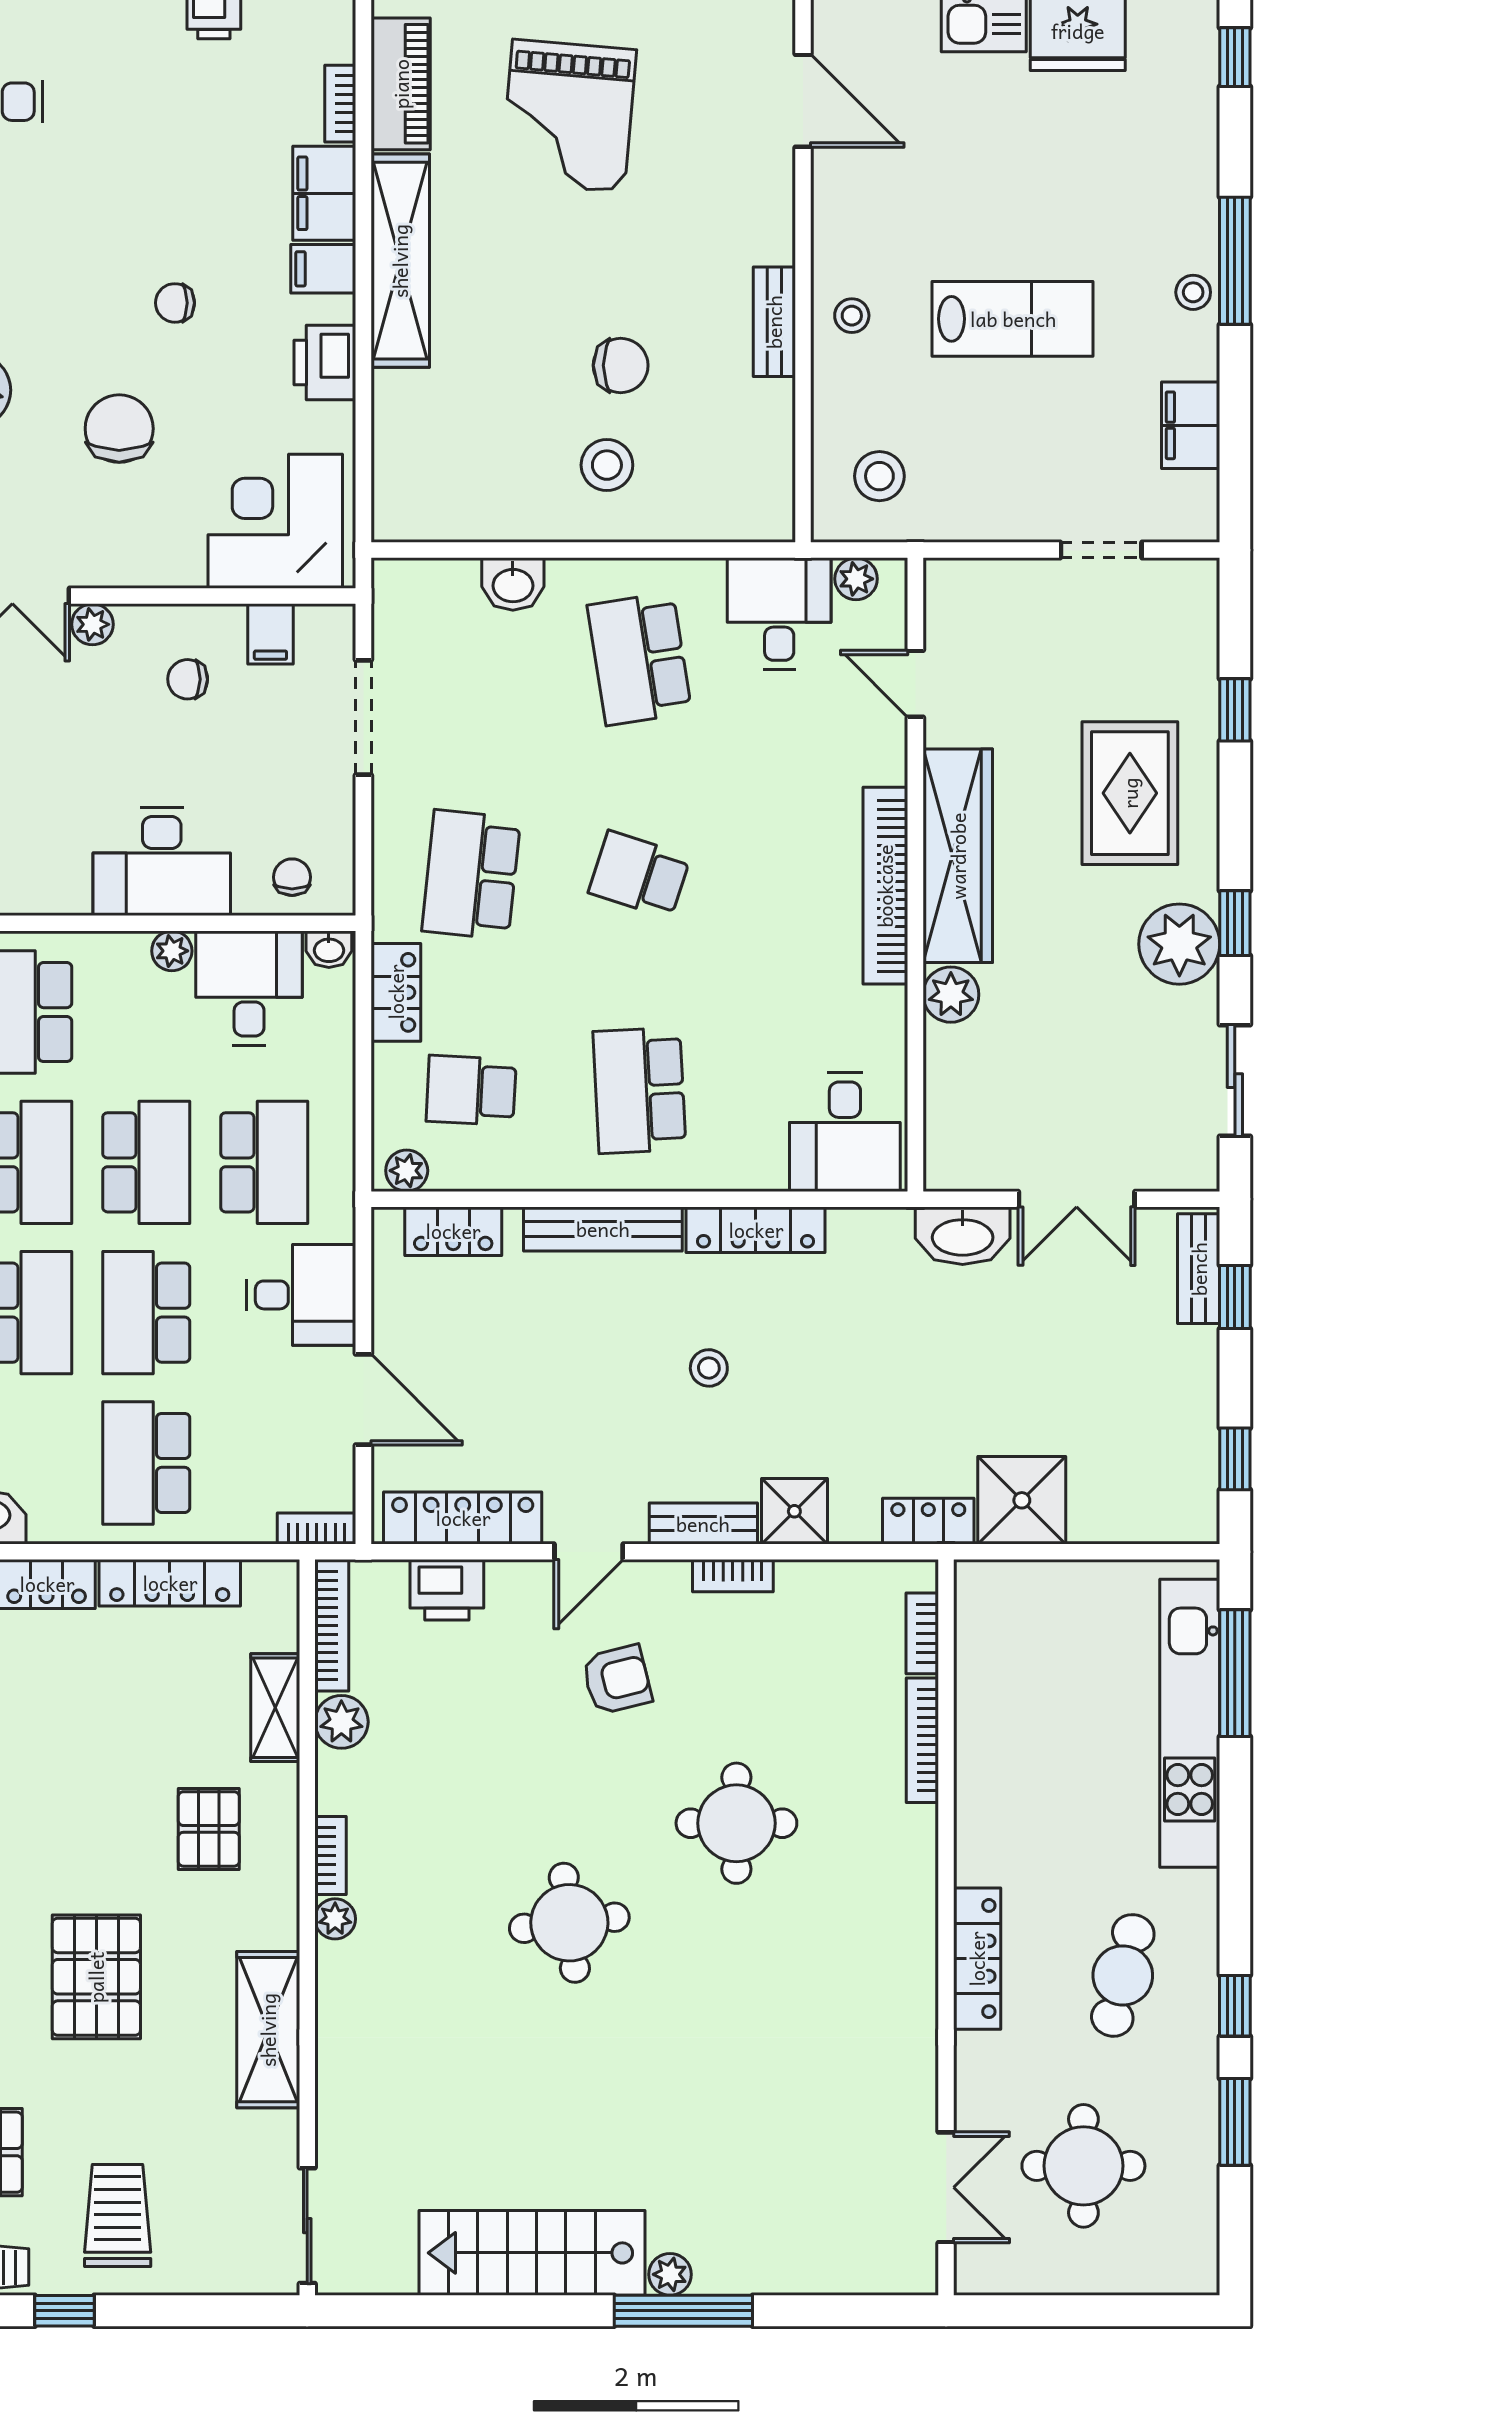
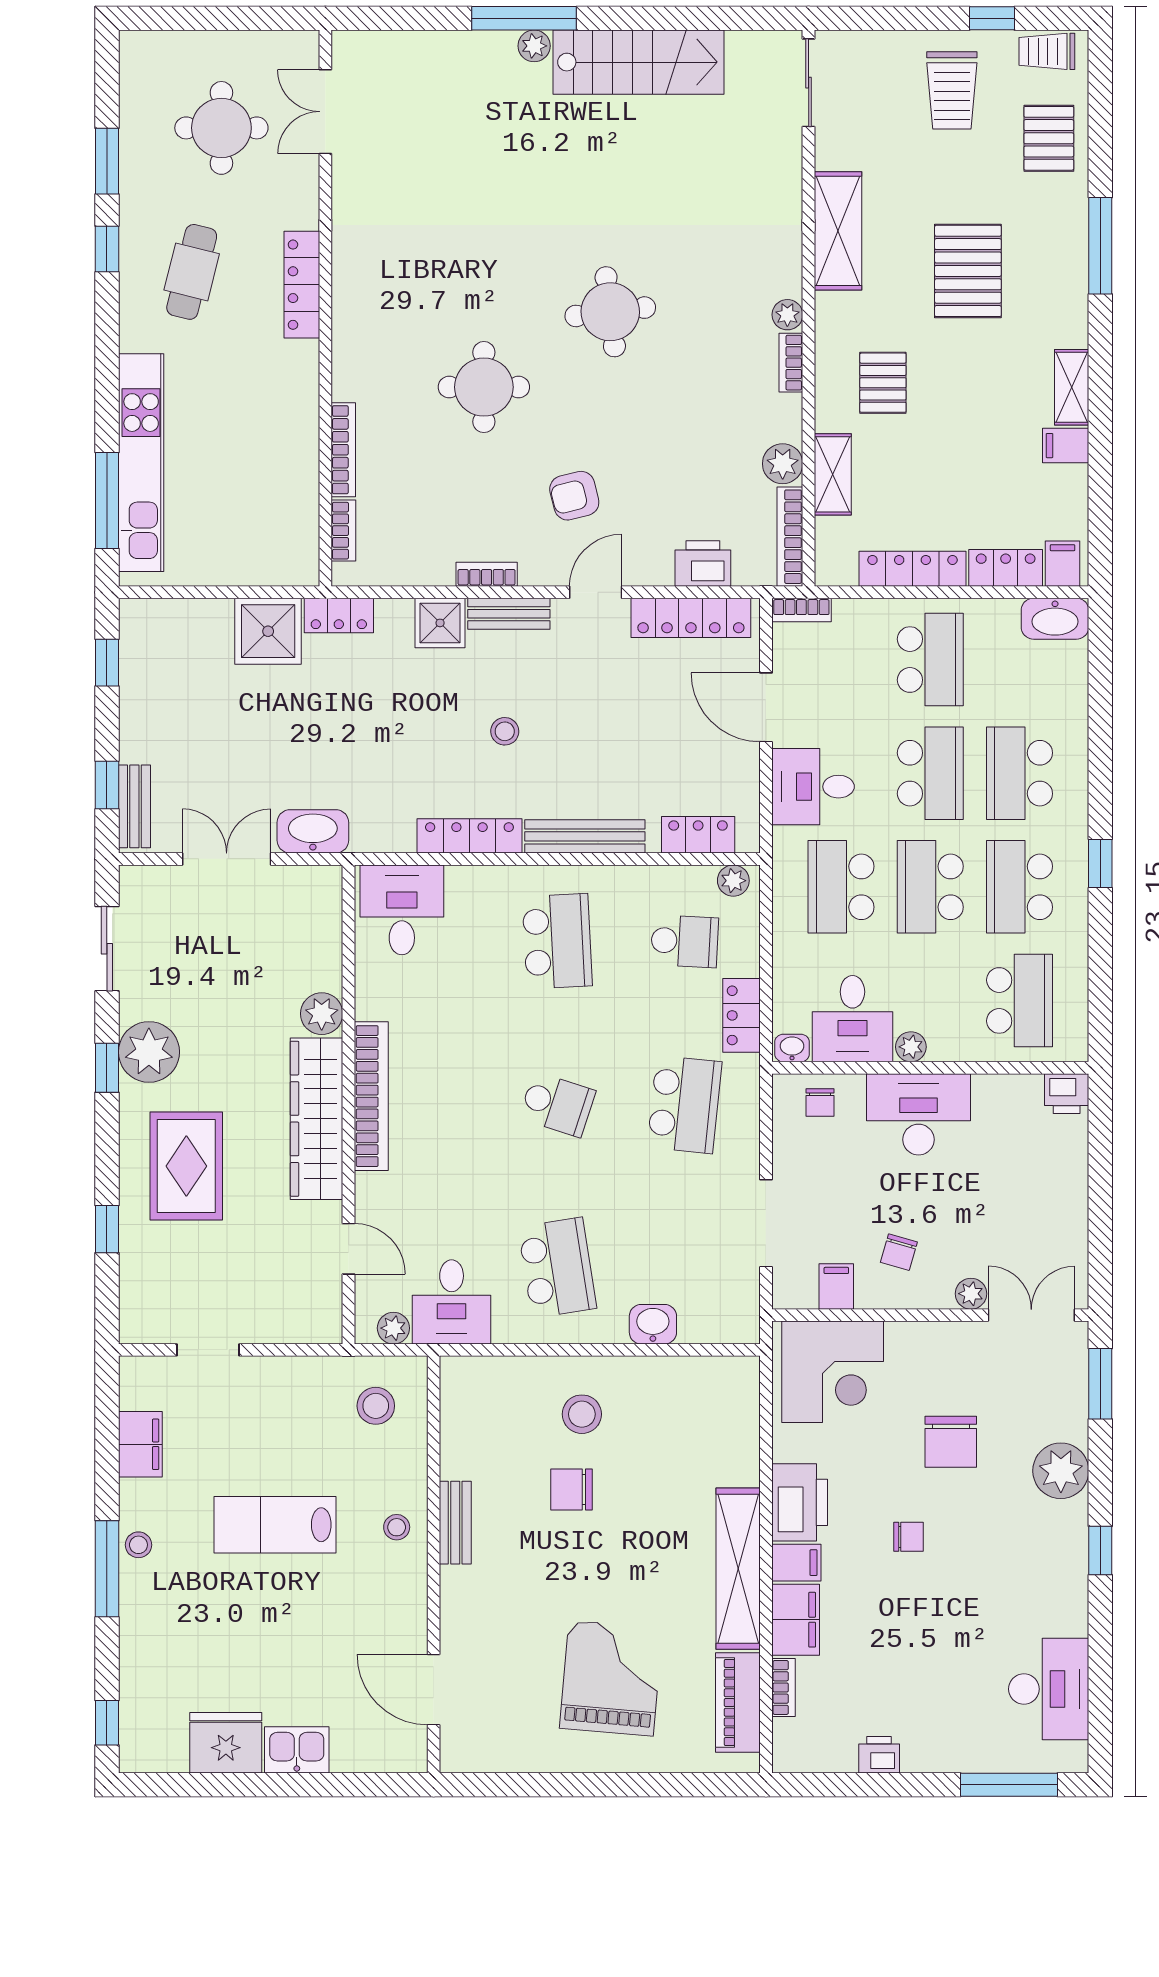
printer: (325, 362) -> (800, 1502), width x1.37, depth x1.19
chair: (188, 679) -> (899, 1252), turned 105

